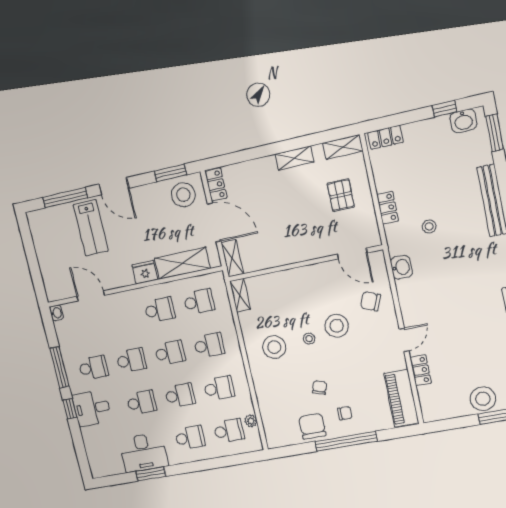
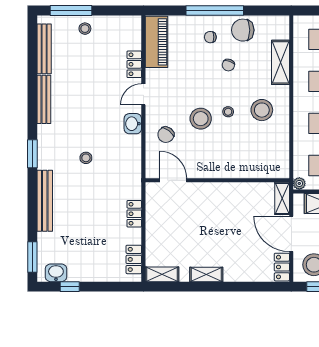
locker: (385, 137) -> (134, 259), moved, turned -90
pallet: (341, 195) -> (172, 233), removed
stool: (429, 226) -> (86, 158), moved
washbasin: (401, 267) -> (133, 124), moved
shelving: (240, 295) -> (280, 62), moved, width x1.50, depth x1.33
chair: (371, 301) -> (166, 135), turned 105
stool: (483, 399) -> (85, 29), width x0.53, depth x0.53
plant: (251, 421) -> (299, 183), moved
chair: (312, 426) -> (243, 30), turned 90

